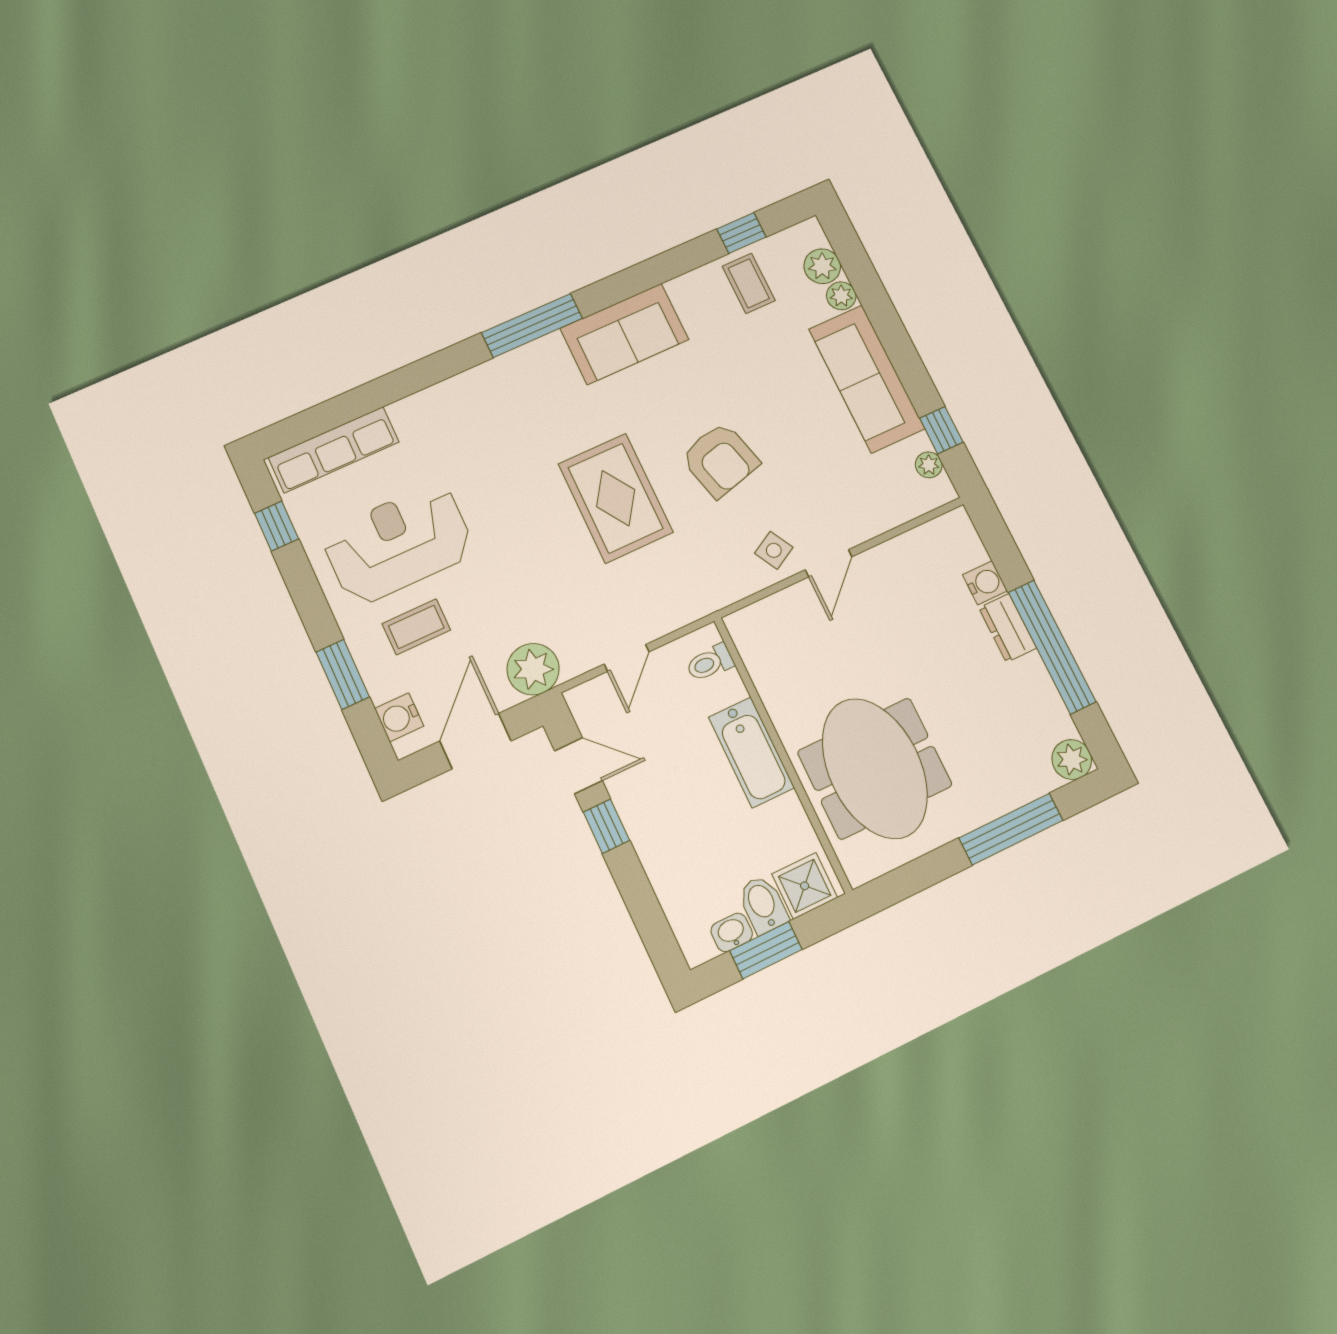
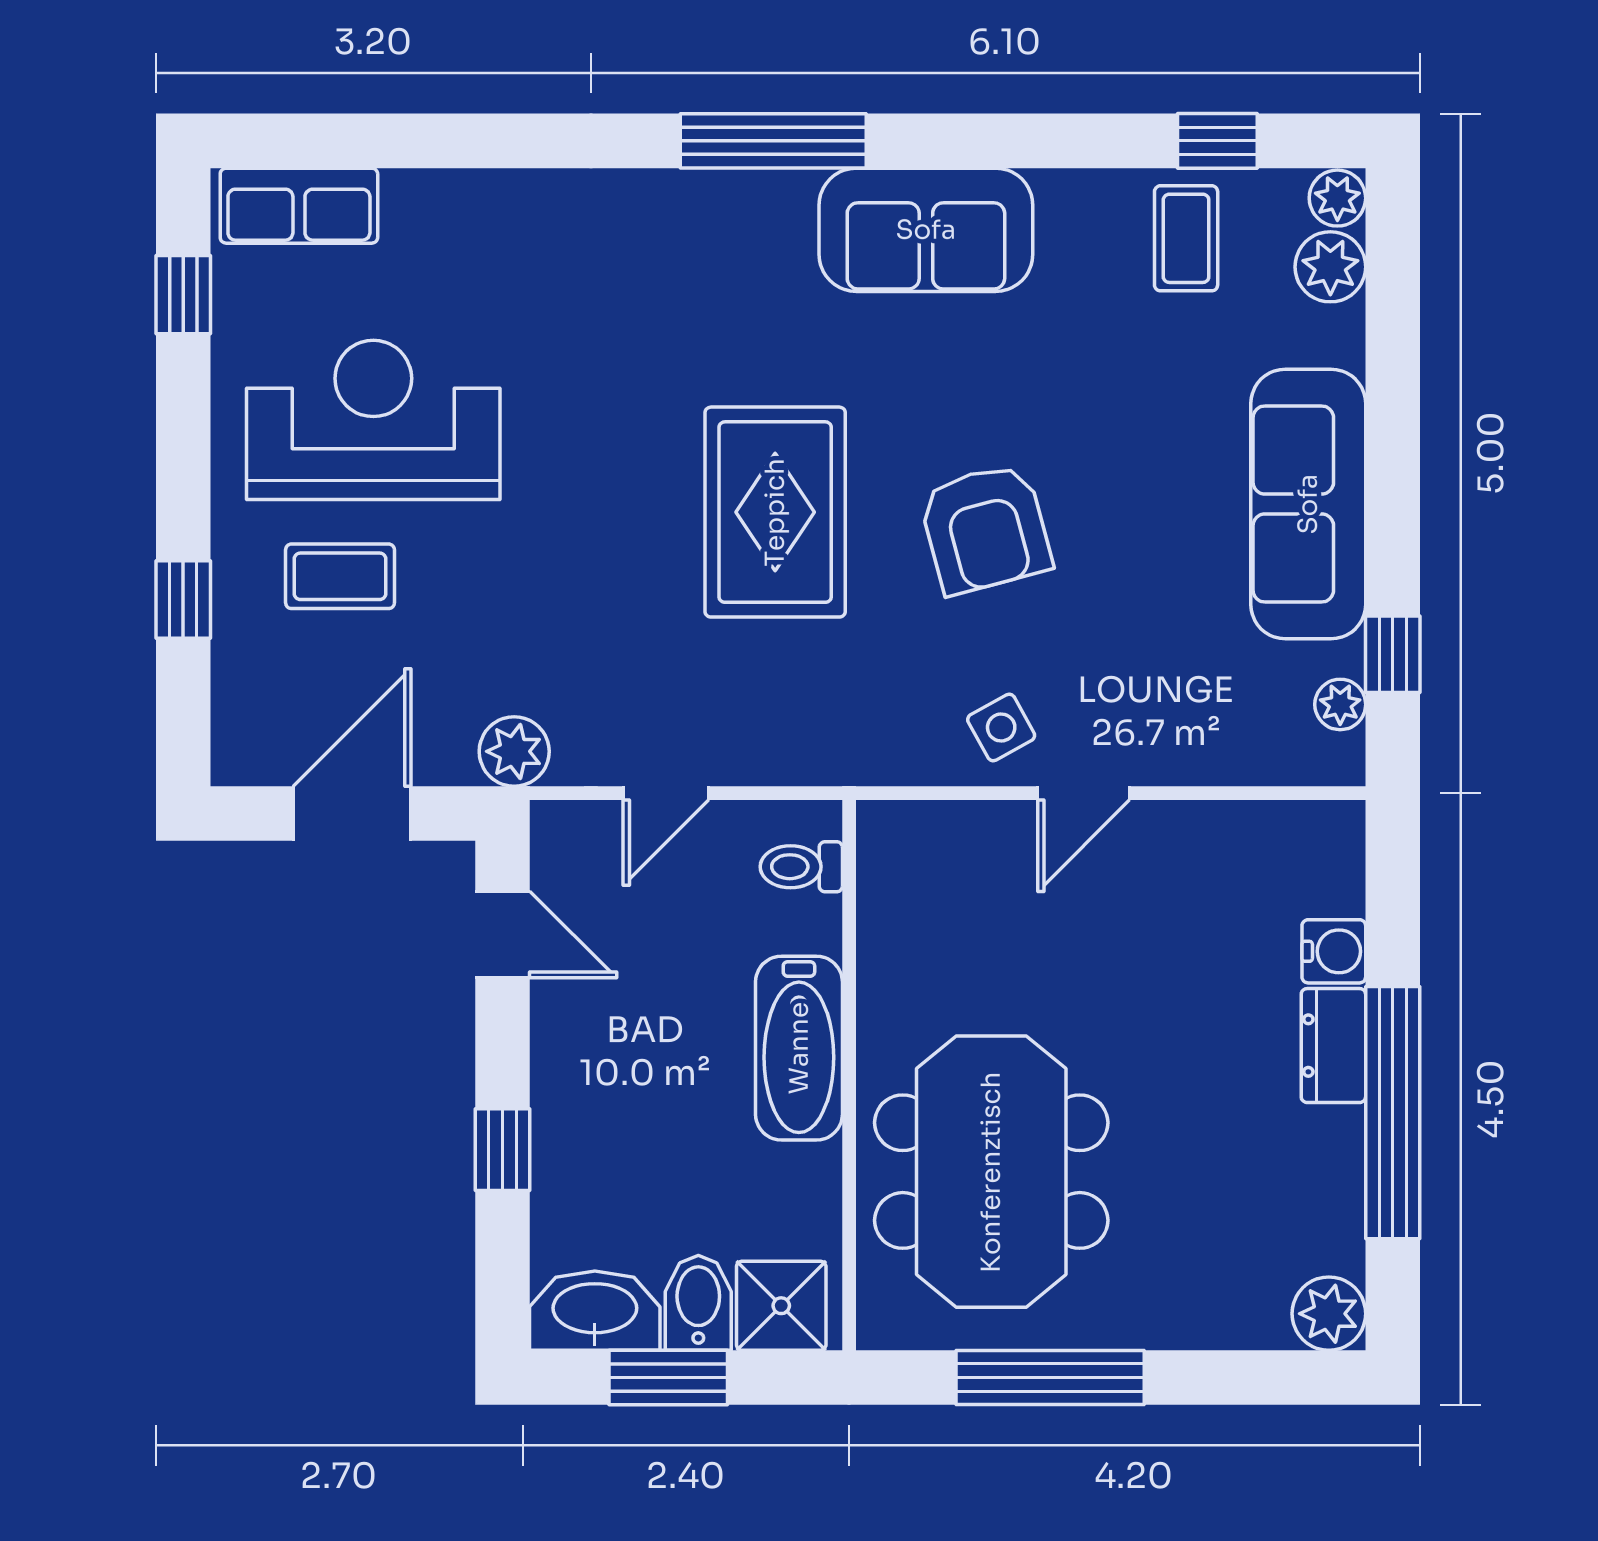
plant: (841, 296) -> (1337, 198), moved
row of seats: (334, 450) -> (299, 206), width x0.68
plant: (533, 669) -> (514, 751), width x0.73, depth x0.73
window: (343, 674) -> (183, 599), width x0.67
water cooler: (399, 717) -> (244, 715), removed
window: (607, 826) -> (503, 1150), moved
window: (1011, 829) -> (1050, 1378), moved
washbasin: (732, 932) -> (595, 1311), width x1.91, depth x1.45

